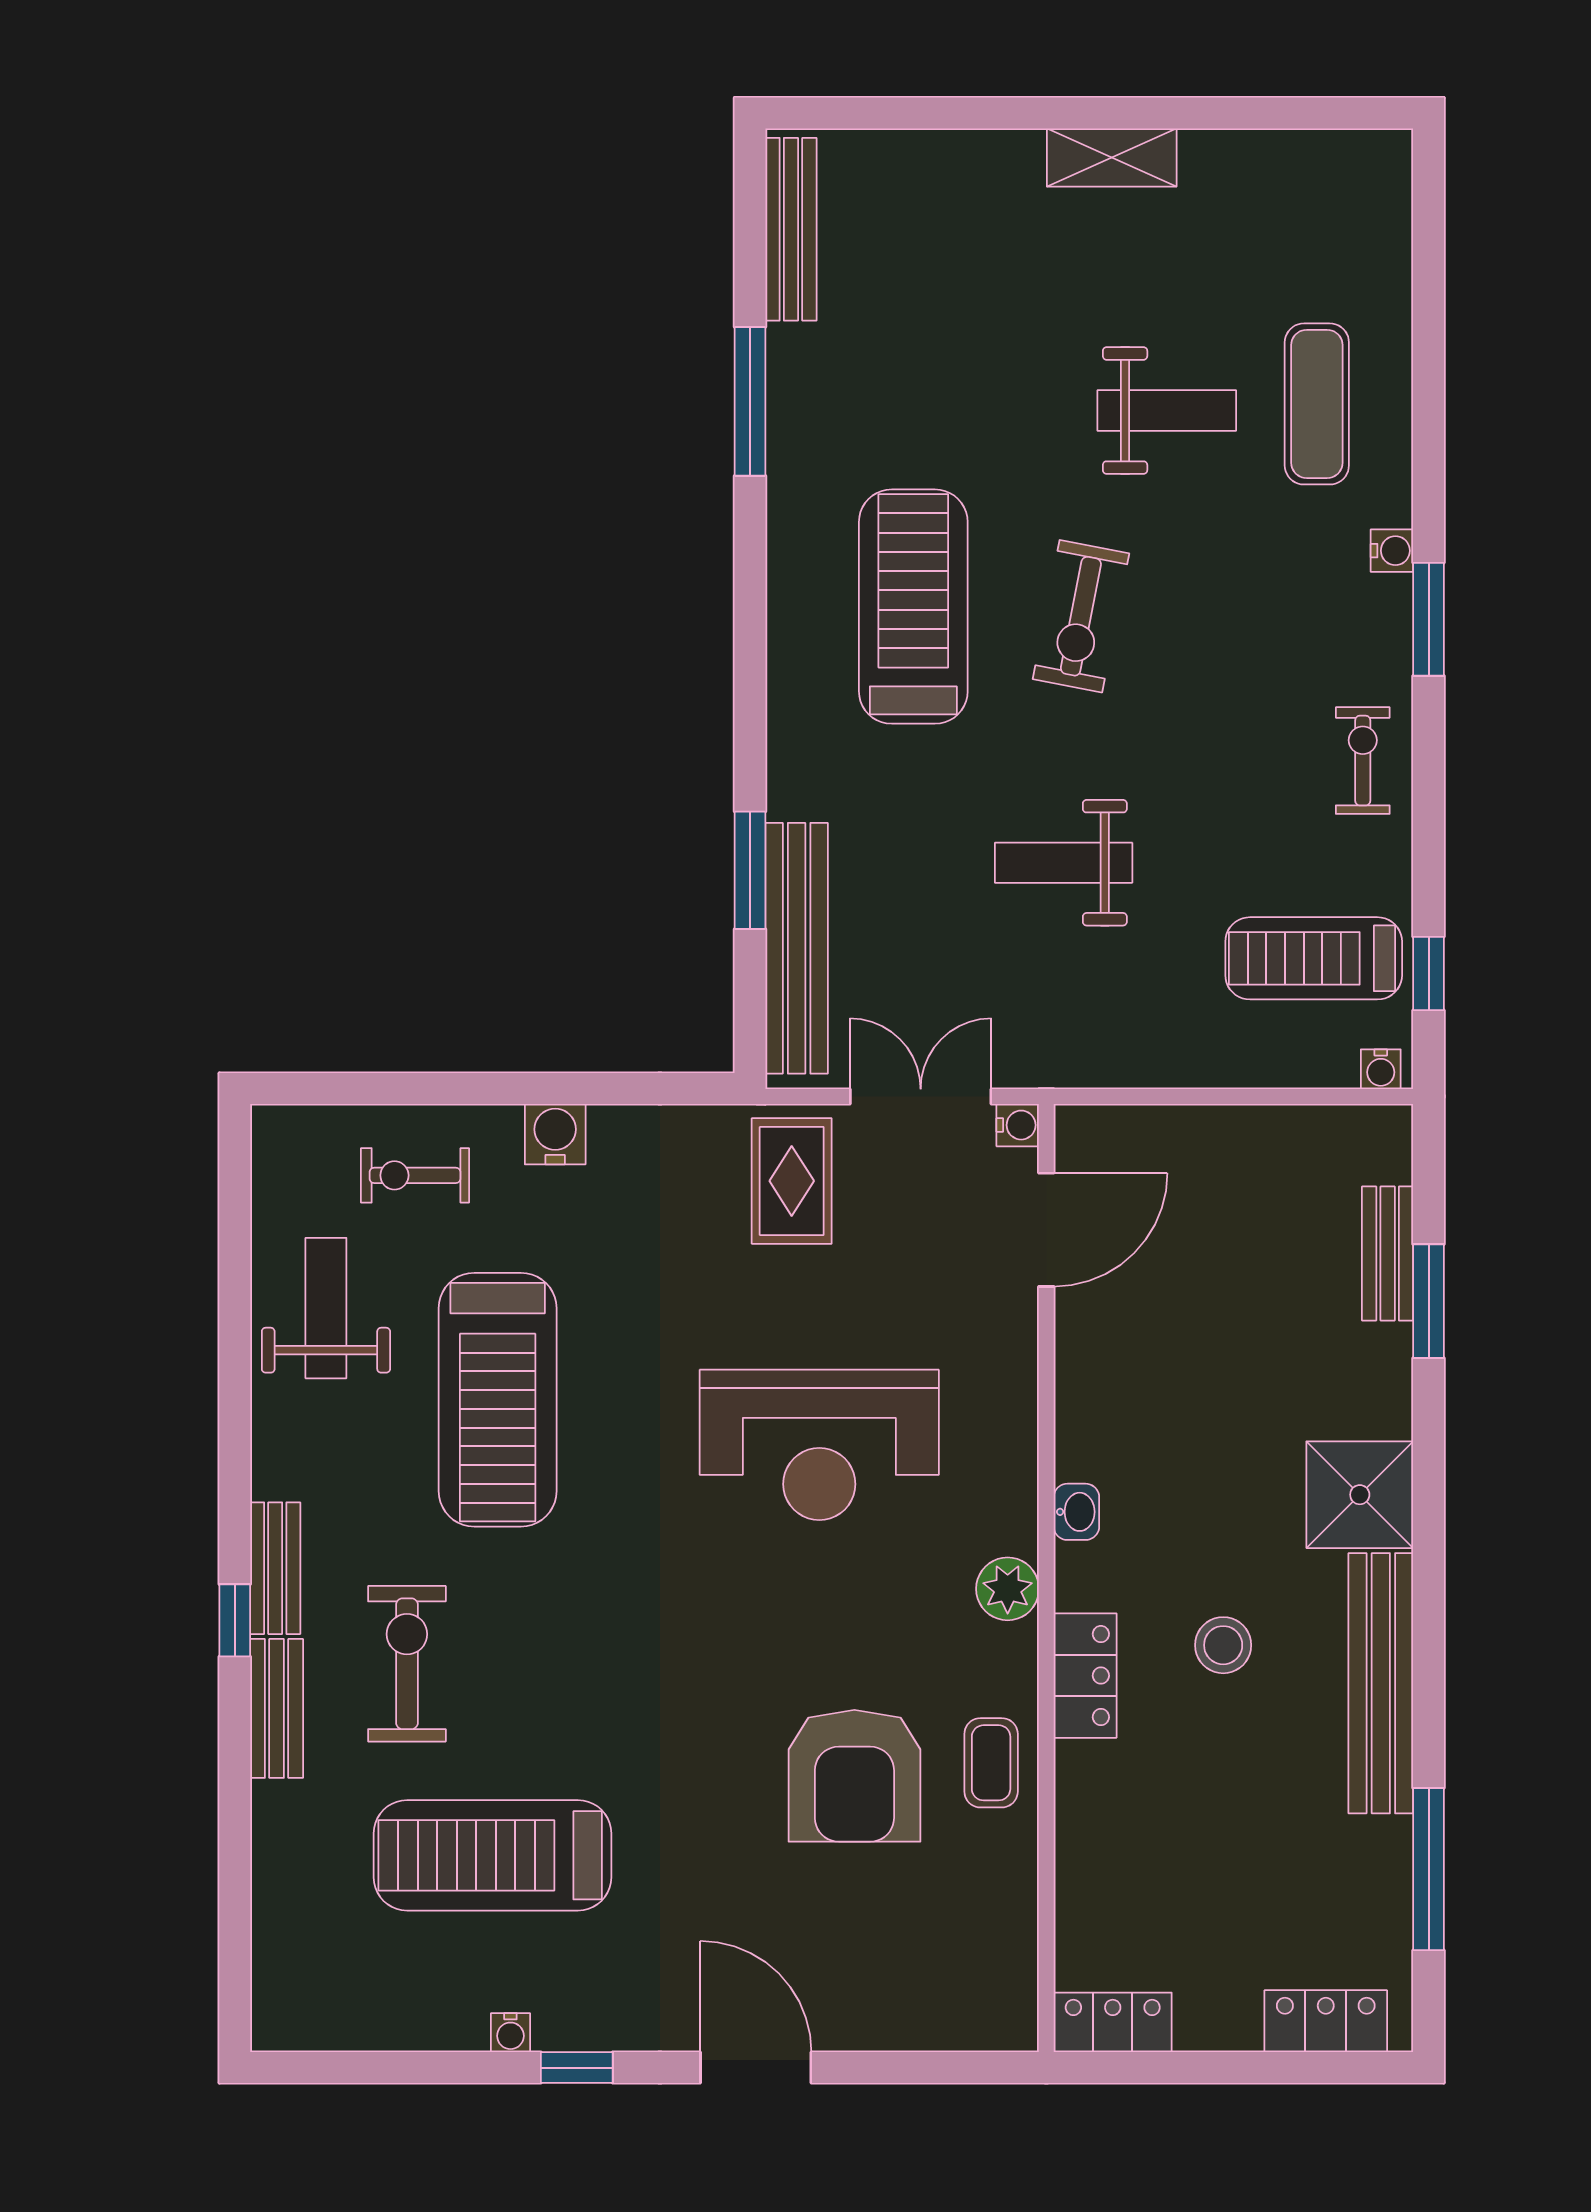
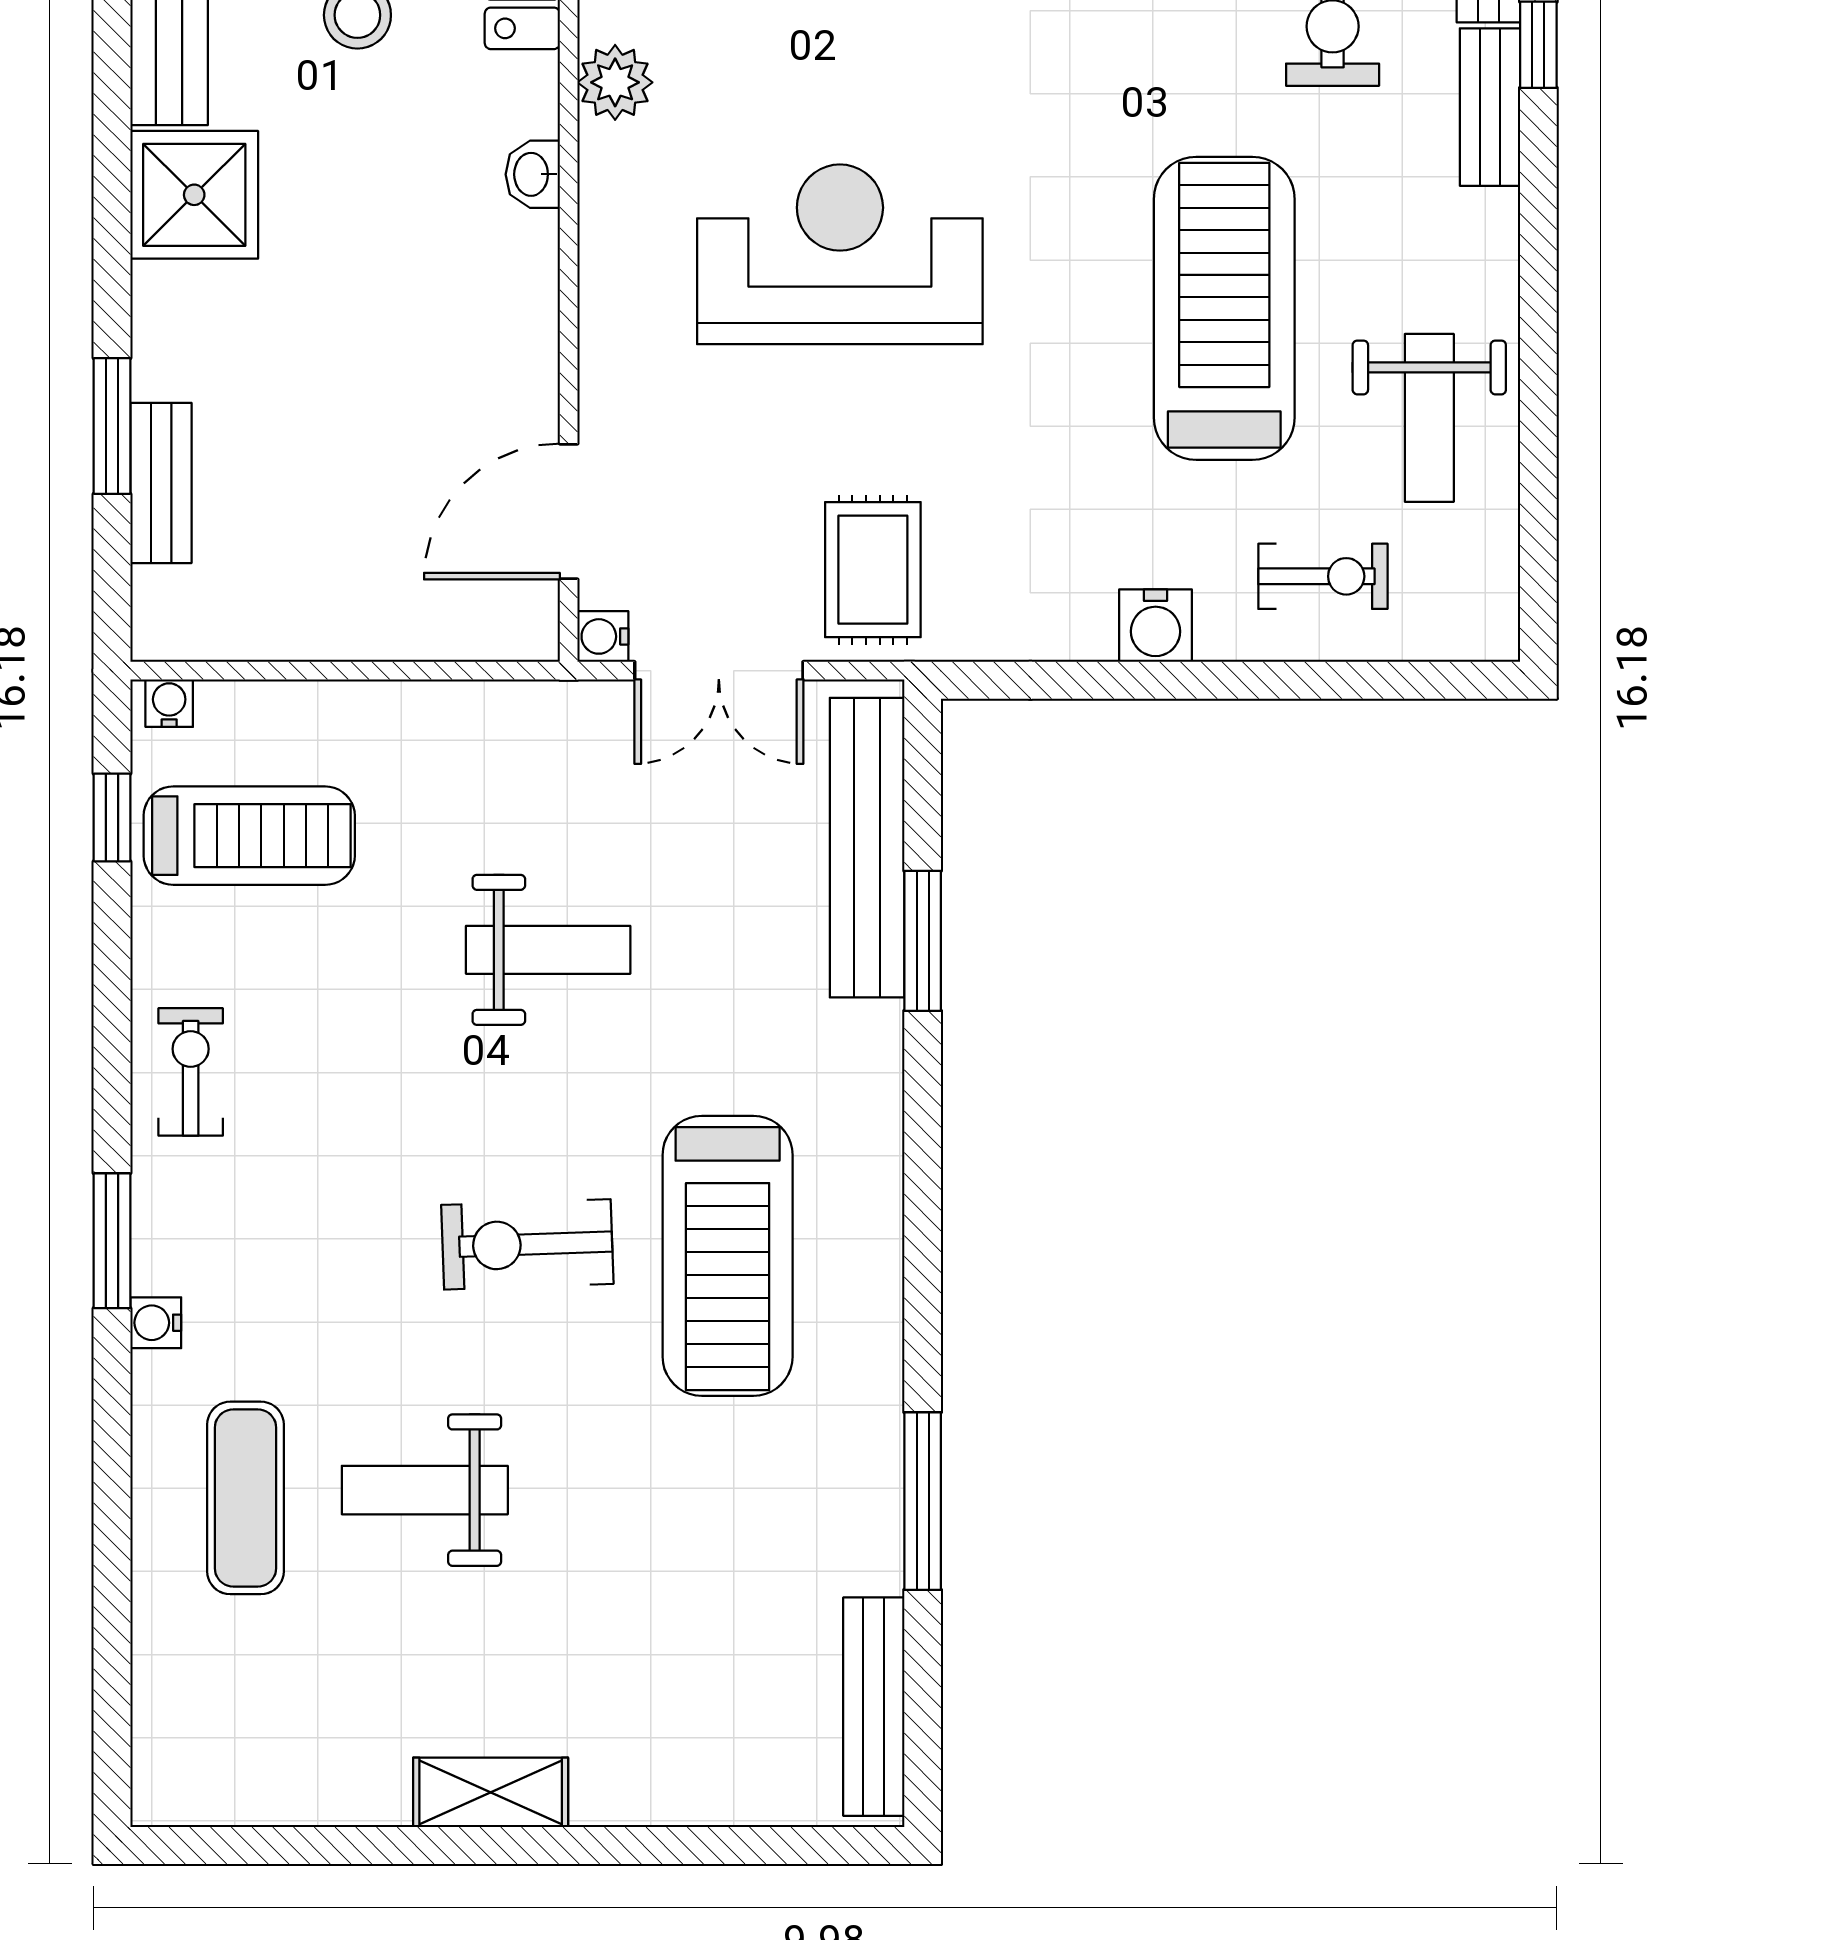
exercise bike: (1081, 616) -> (527, 1244), turned -103
exercise bike: (1363, 761) -> (191, 1072), turned 180

